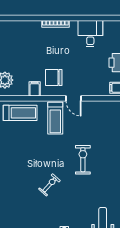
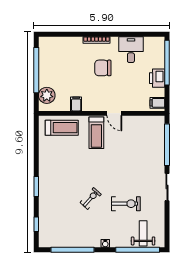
chair: (54, 78) -> (103, 68), moved
exercise bike: (83, 160) -> (126, 204), moved, turned 90

